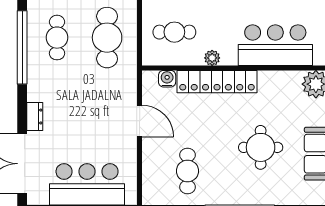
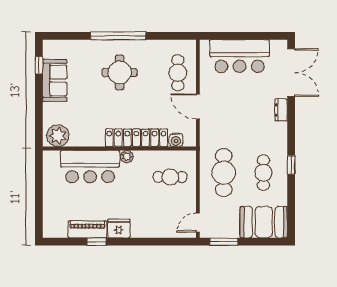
window: (22, 47) -> (291, 165), width x0.32
plant: (212, 58) -> (127, 157), moved
round table: (261, 147) -> (120, 73), moved
cafe table: (187, 171) -> (178, 73), moved

